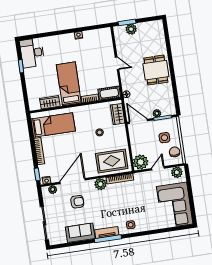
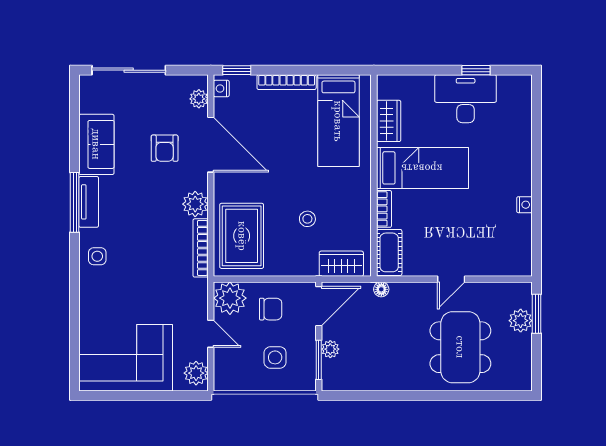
desk: (32, 53) -> (466, 99), moved
dining table: (156, 70) -> (460, 347), moved, width x1.37
chair: (175, 152) -> (271, 309), moved

